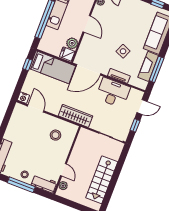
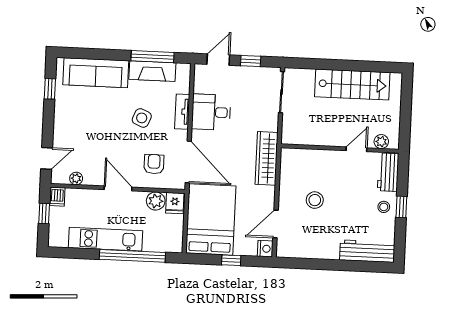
door: (87, 24) -> (118, 188), hinge flipped
armchair: (94, 49) -> (154, 164), added
window: (27, 64) -> (231, 260), moved
bed: (52, 67) -> (211, 220), width x1.50
desk: (113, 93) -> (211, 112), width x0.73
door: (142, 107) -> (218, 60), hinge flipped
stool: (55, 135) -> (315, 200), moved
window: (21, 185) -> (401, 207), width x0.46

